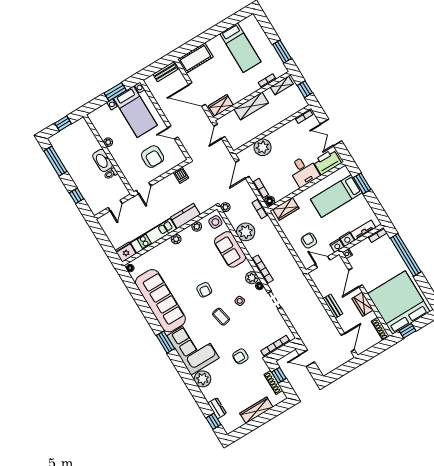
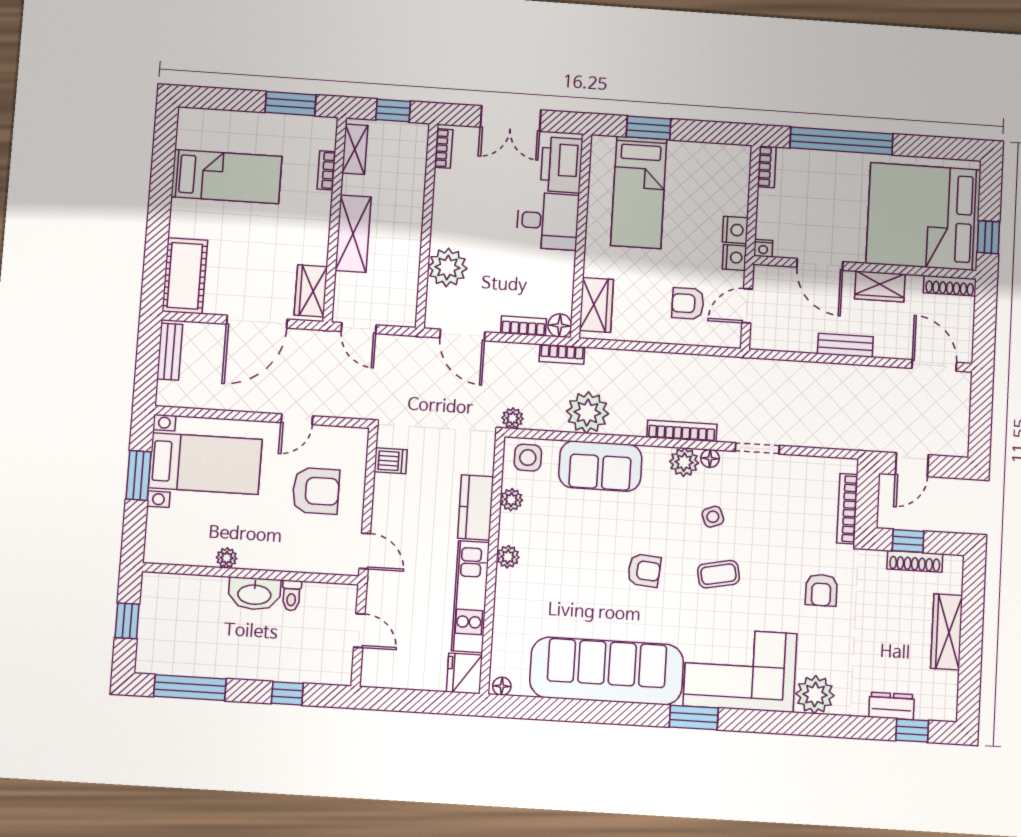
tv unit: (363, 230) -> (739, 187), removed

